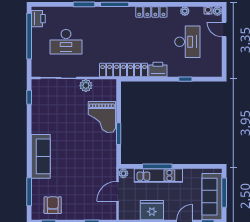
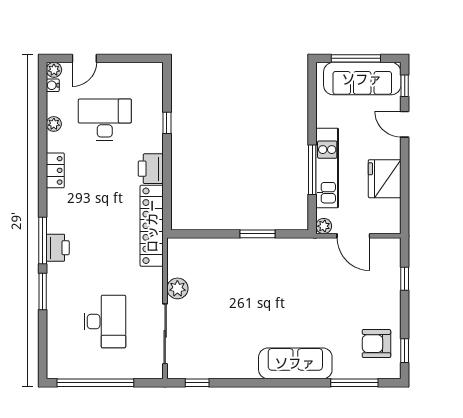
locker: (151, 12) -> (55, 170), width x0.66
printer: (38, 19) -> (58, 248), moved, turned 90
grand piano: (102, 117) -> (230, 262), removed

